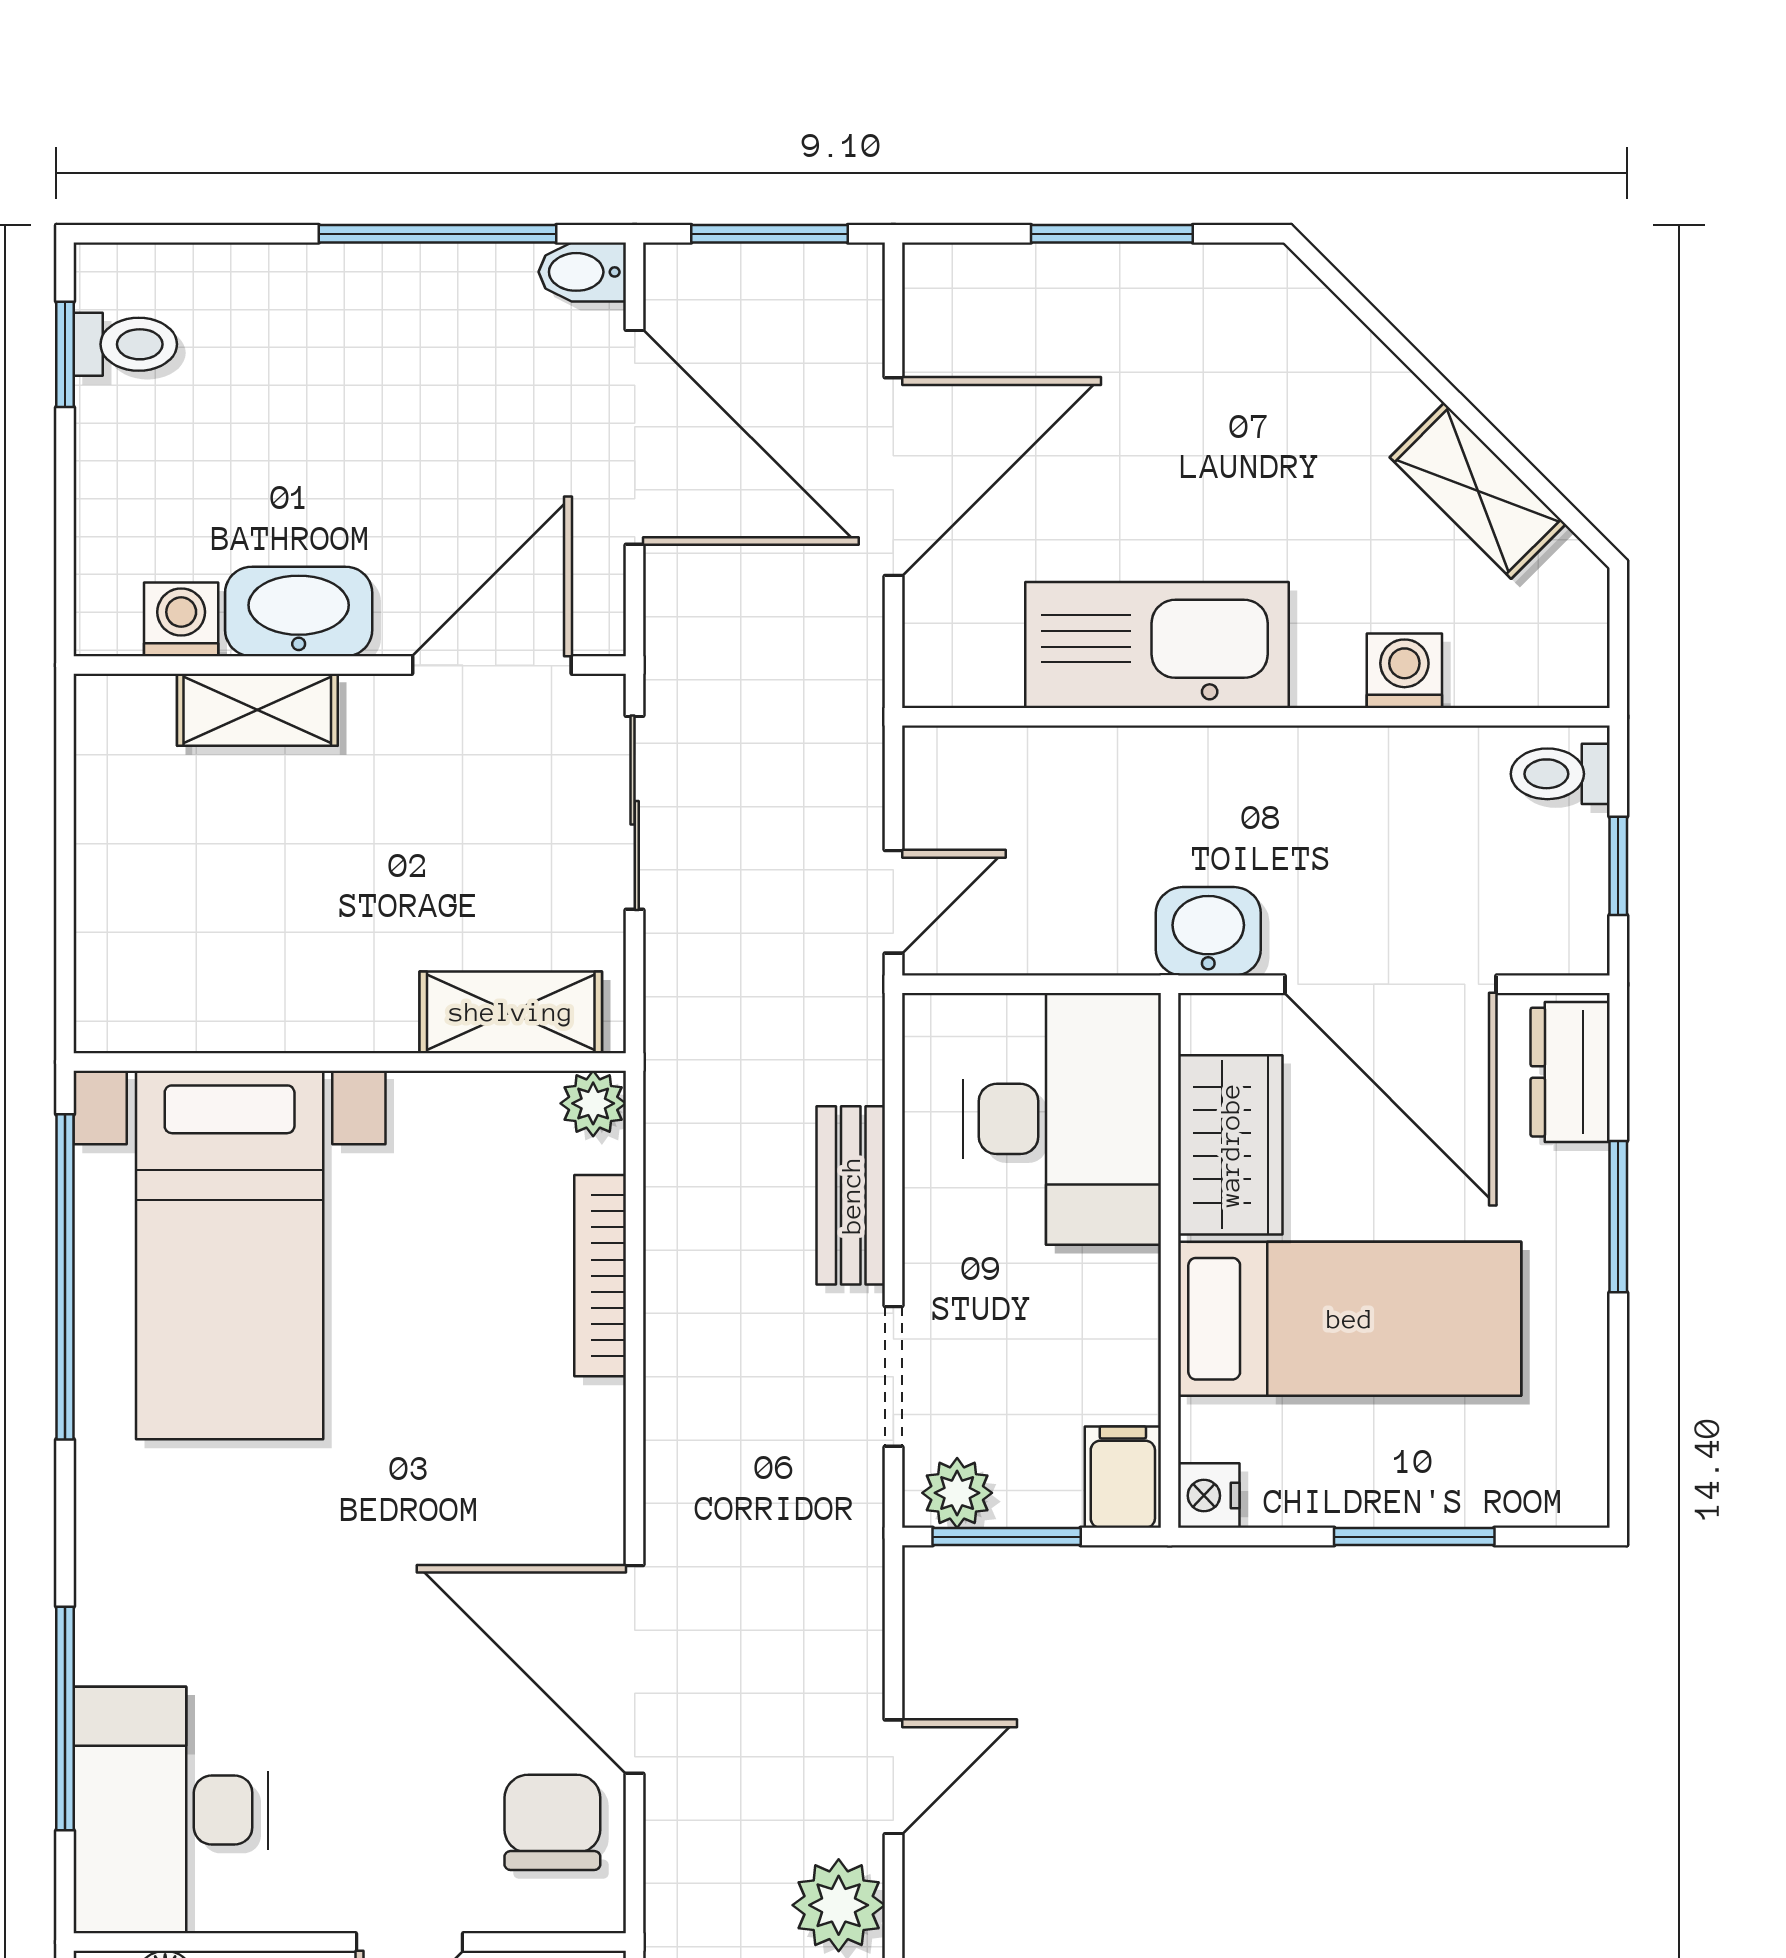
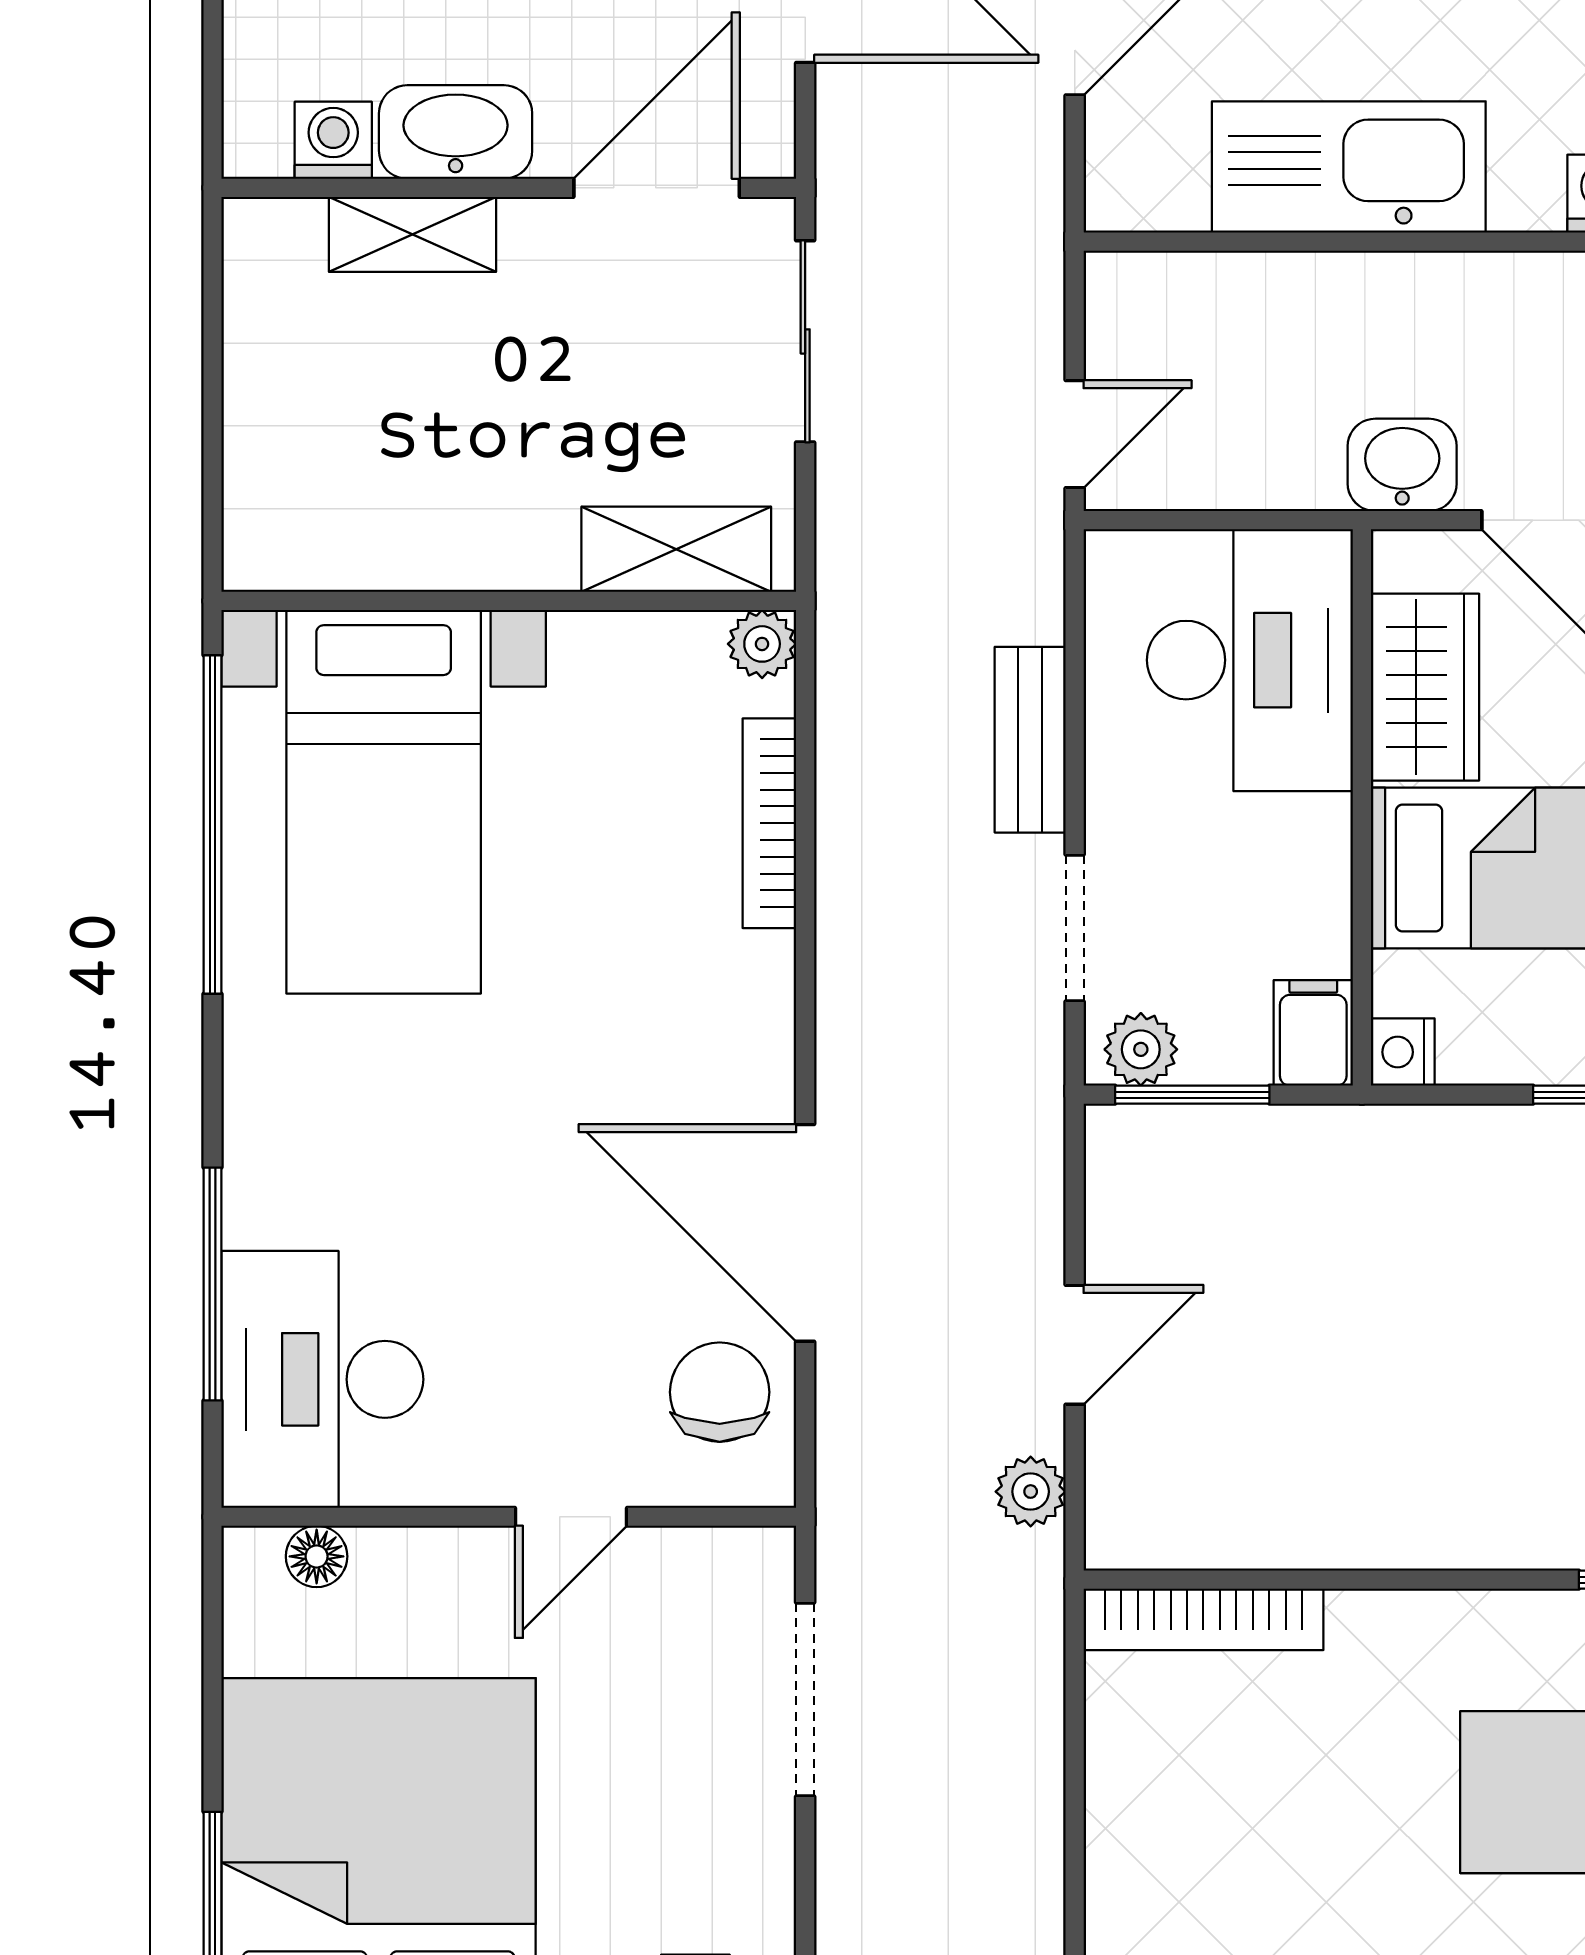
plant: (839, 1905) -> (1031, 1492), width x0.73, depth x0.73

